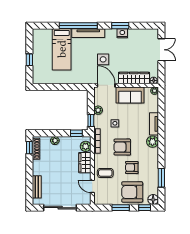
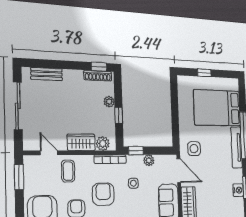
bed: (62, 49) -> (217, 108), width x1.50
side table: (103, 59) -> (194, 149), moved
door: (106, 85) -> (179, 171), hinge flipped
window: (76, 133) -> (119, 115), moved
door: (92, 186) -> (49, 153), hinge flipped
window: (121, 208) -> (19, 177), moved

